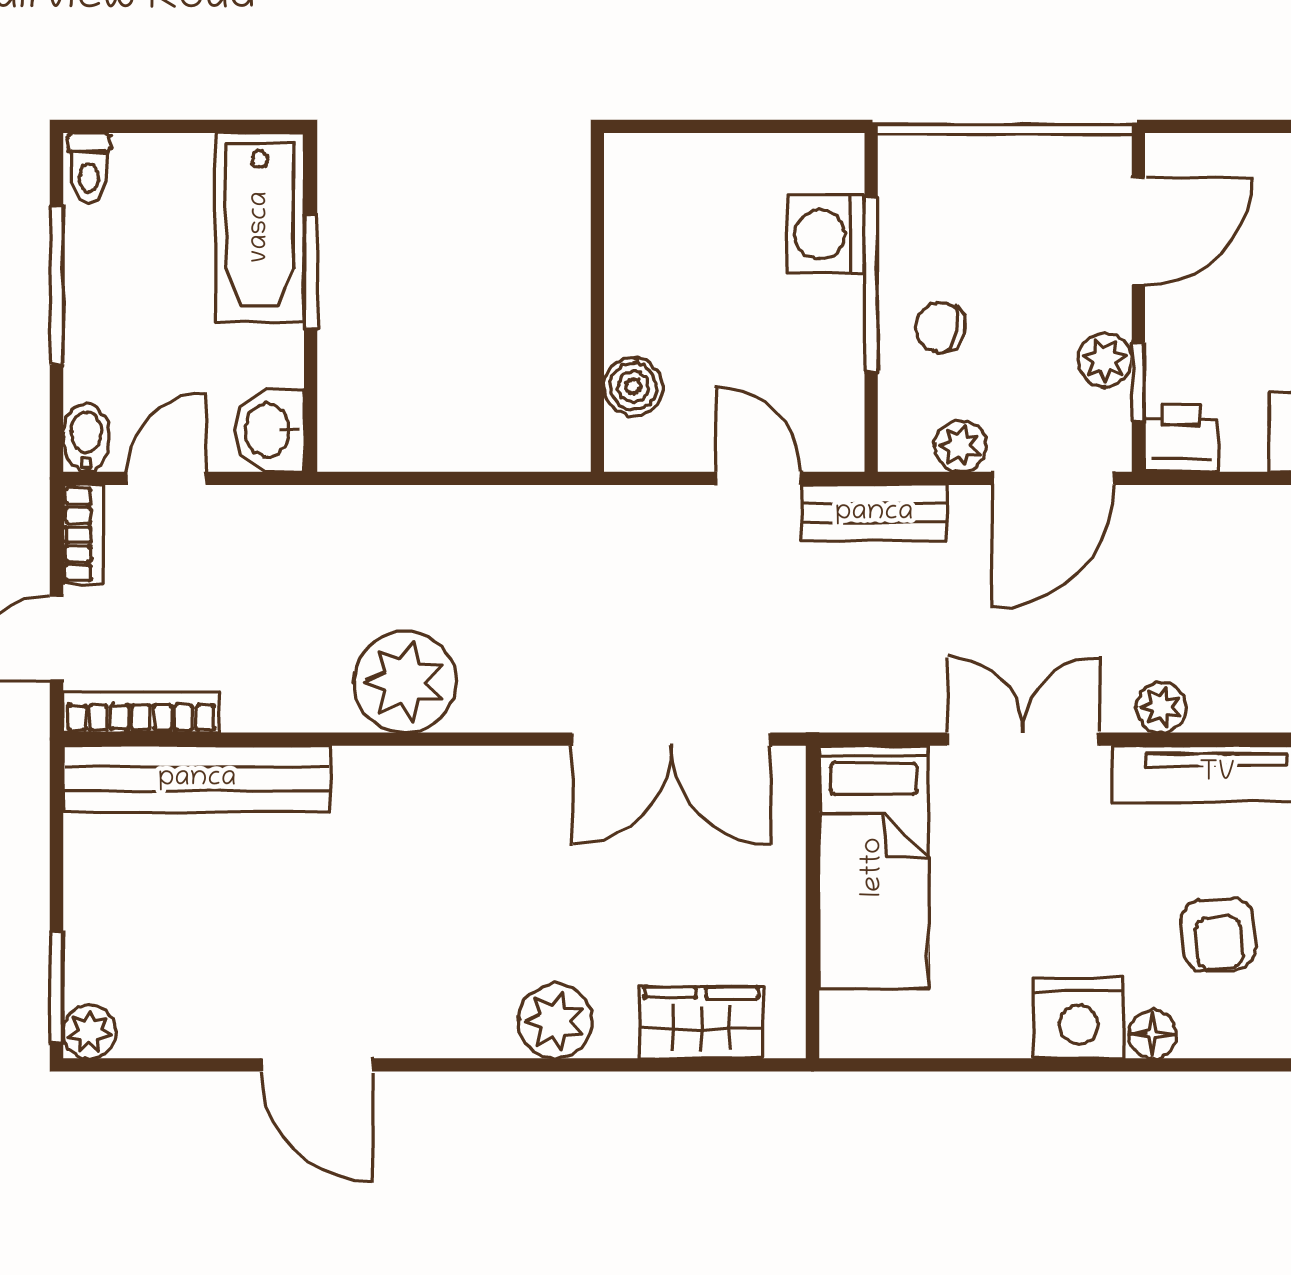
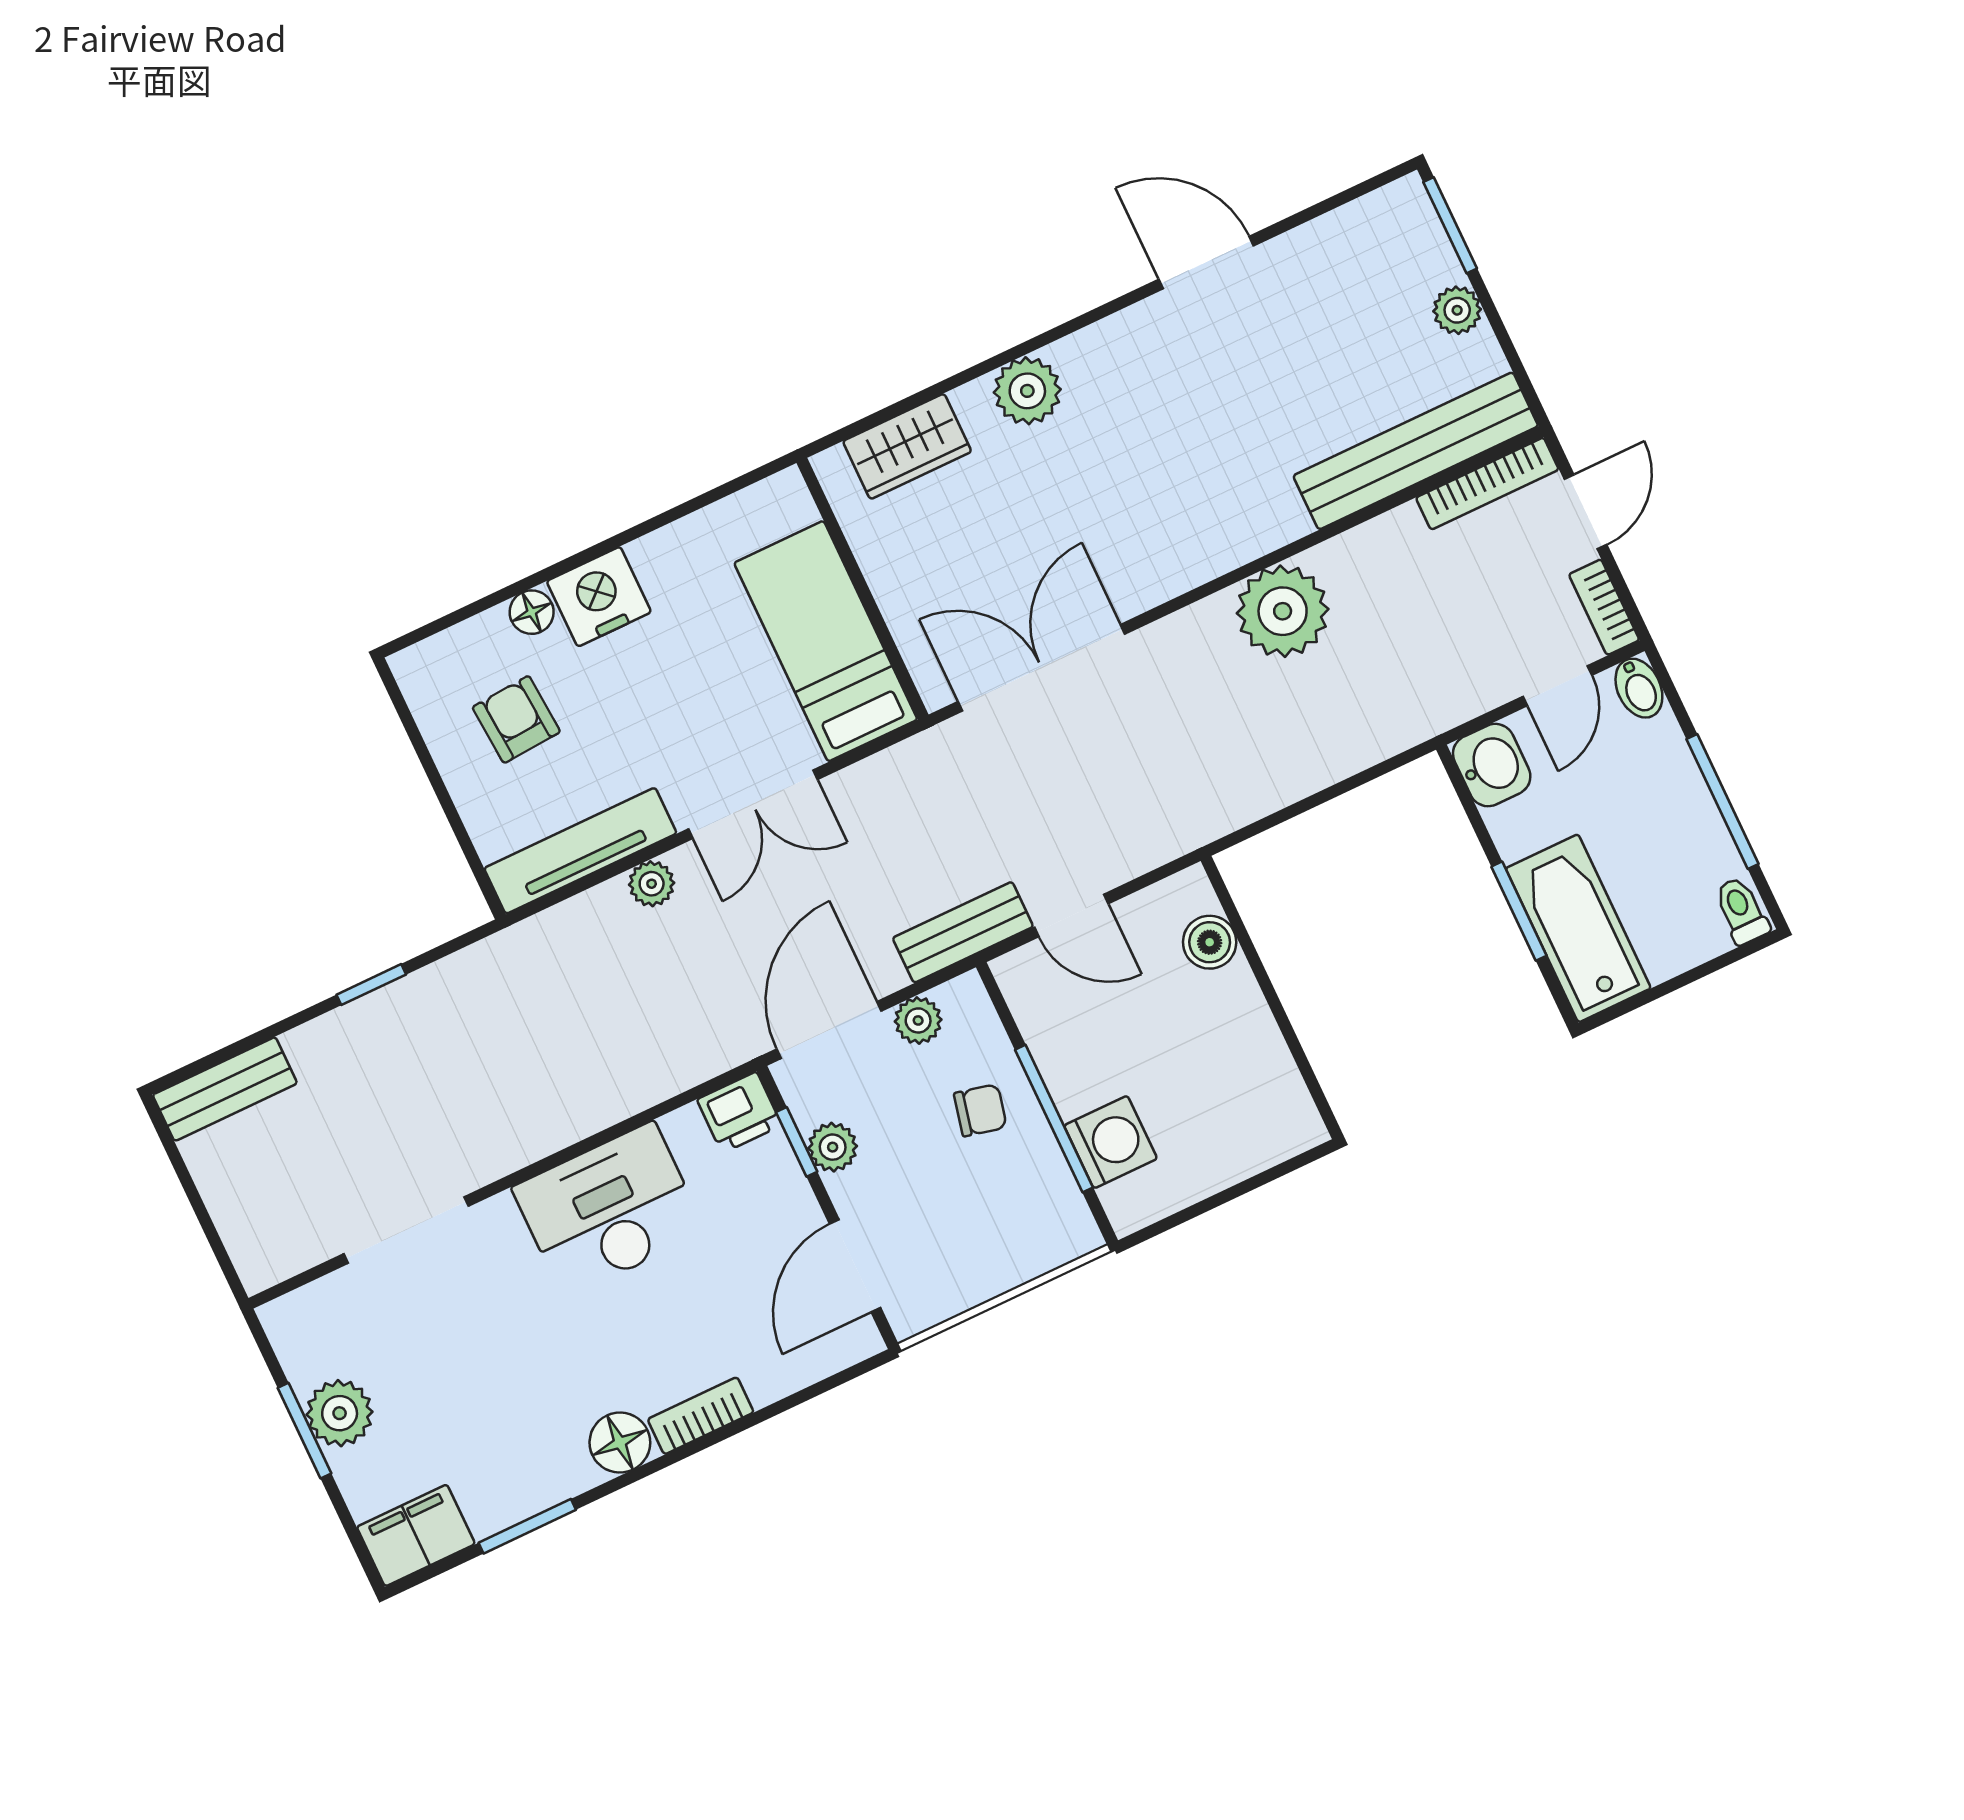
plant: (89, 1032) -> (1457, 310), moved

